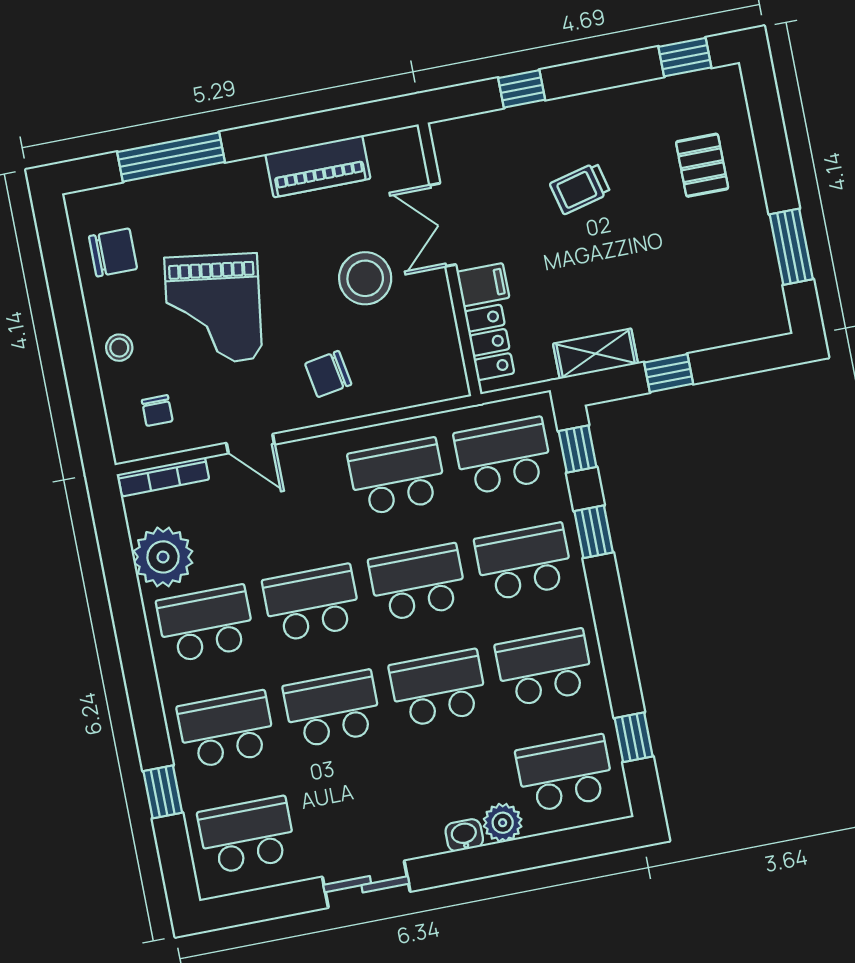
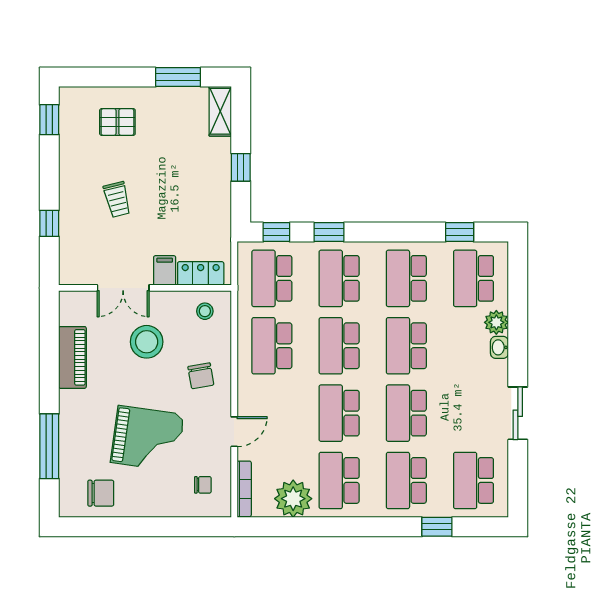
chair: (113, 253) -> (101, 493), turned 90
stool: (119, 348) -> (205, 311), moved
shelving: (596, 354) -> (220, 111), moved

